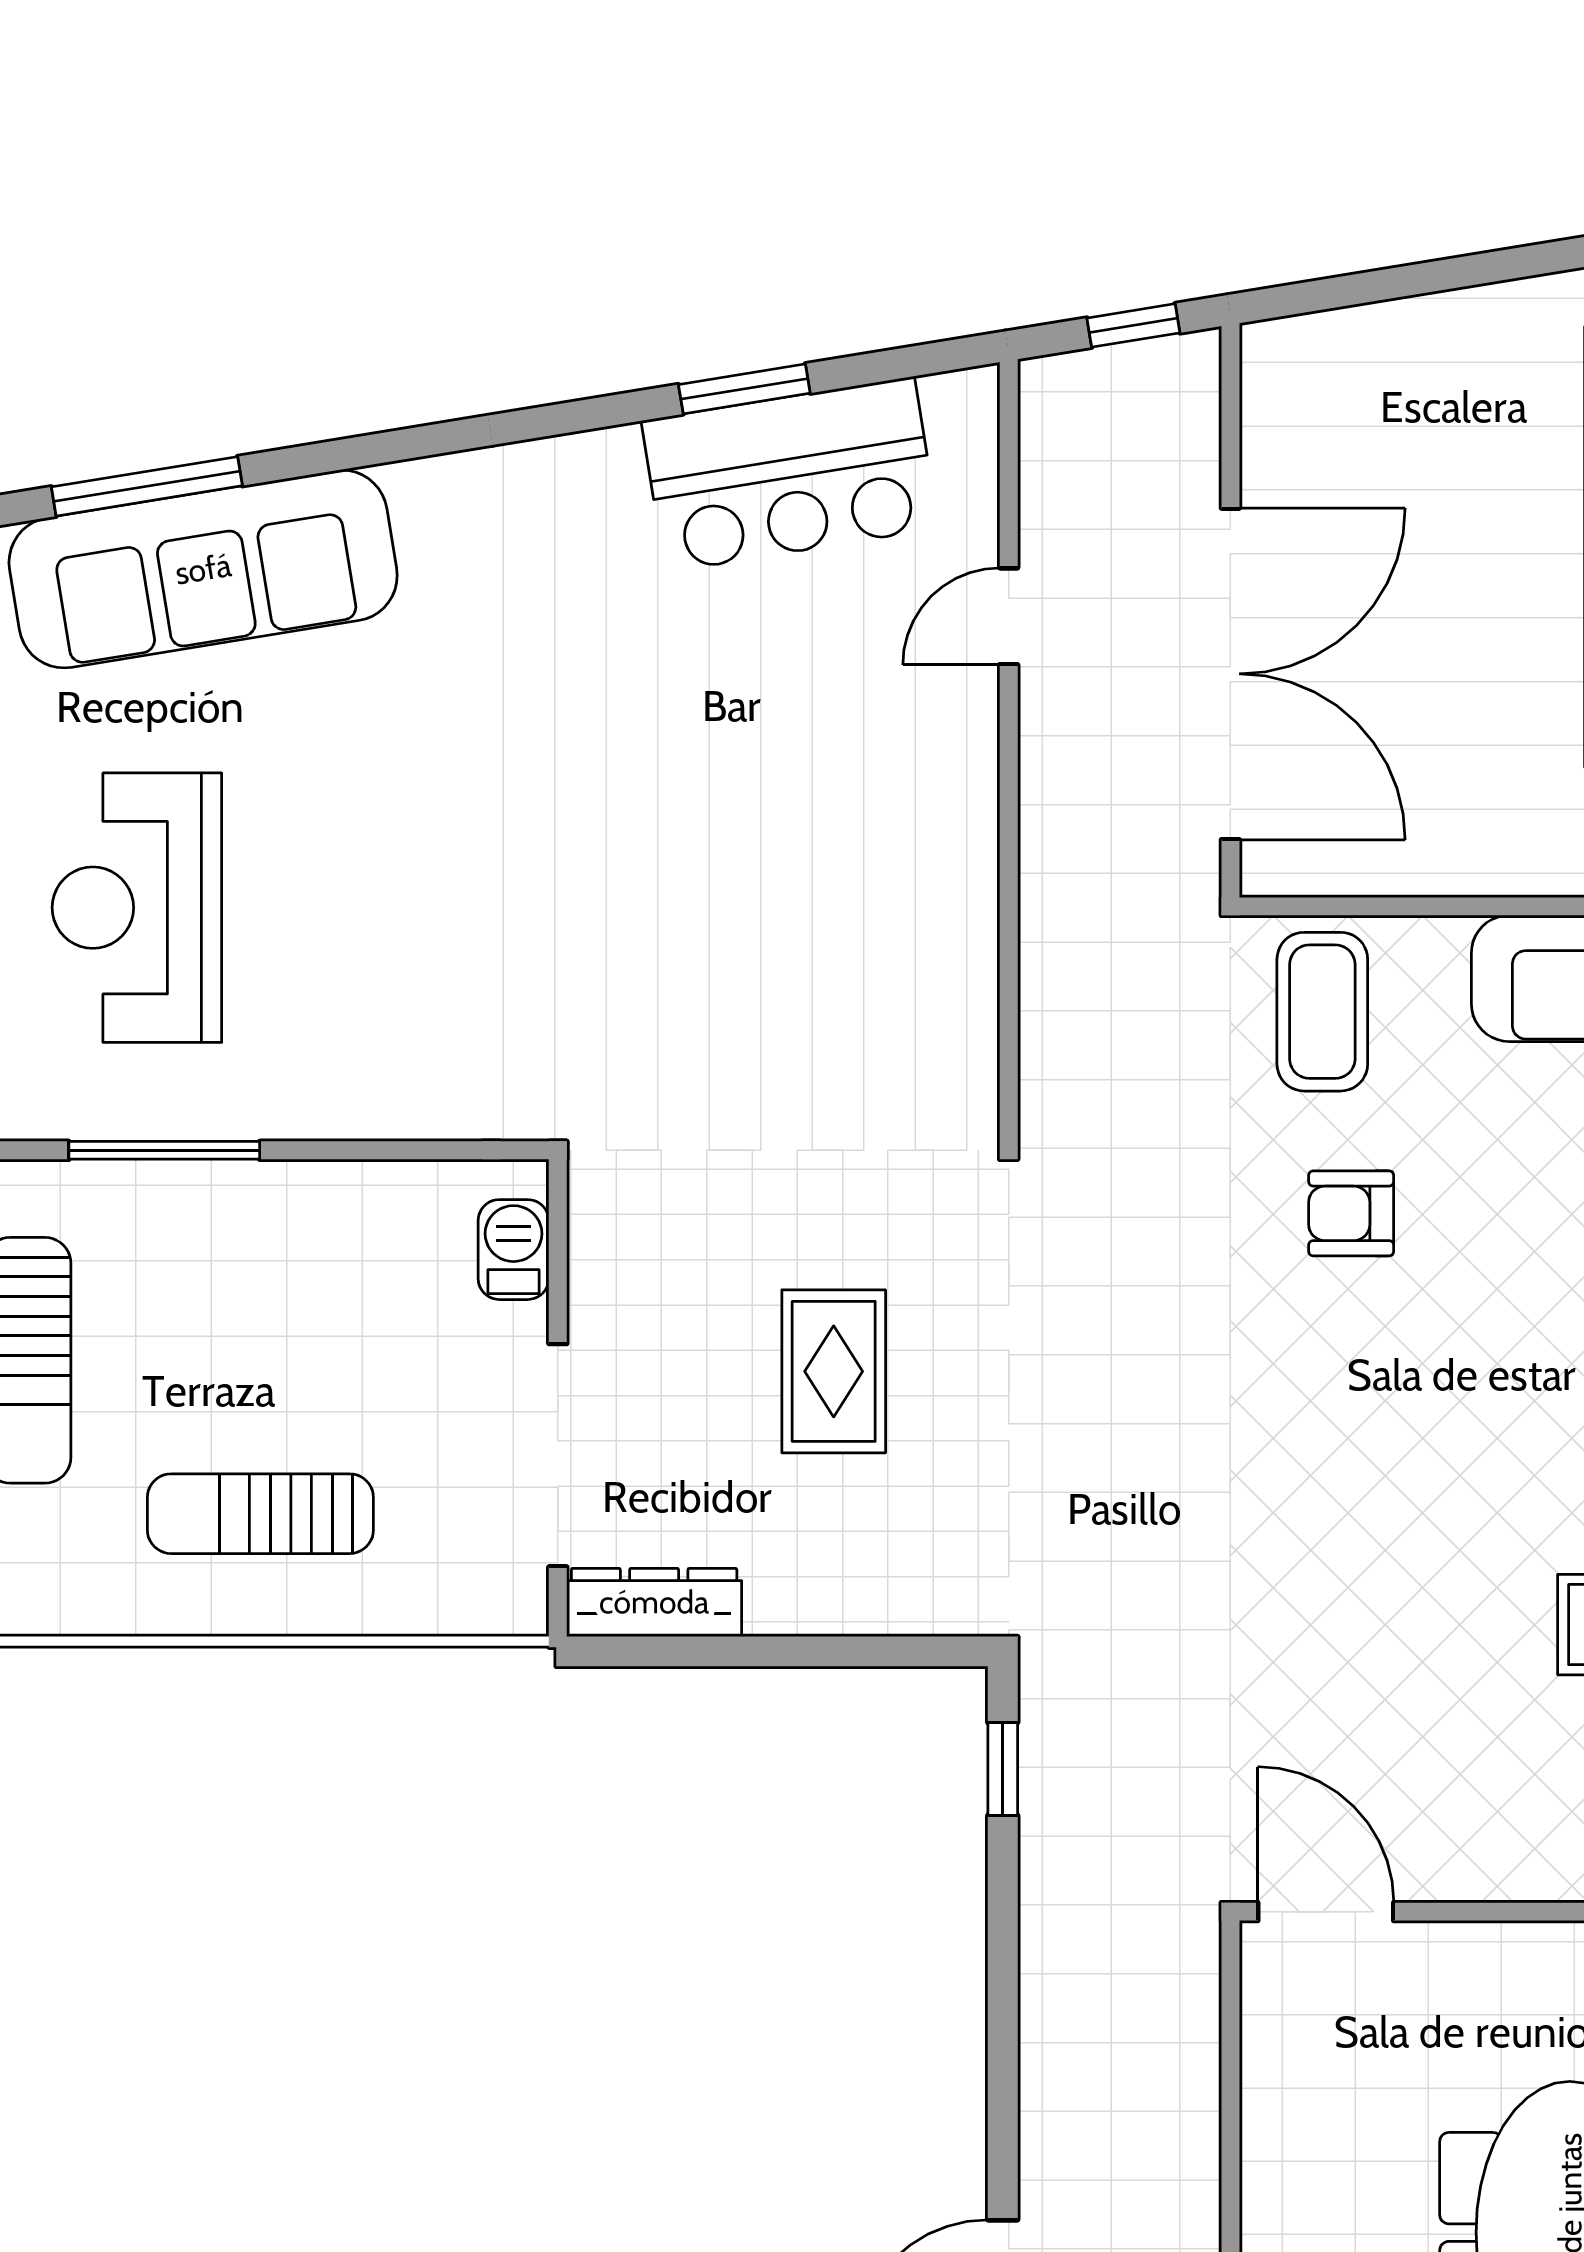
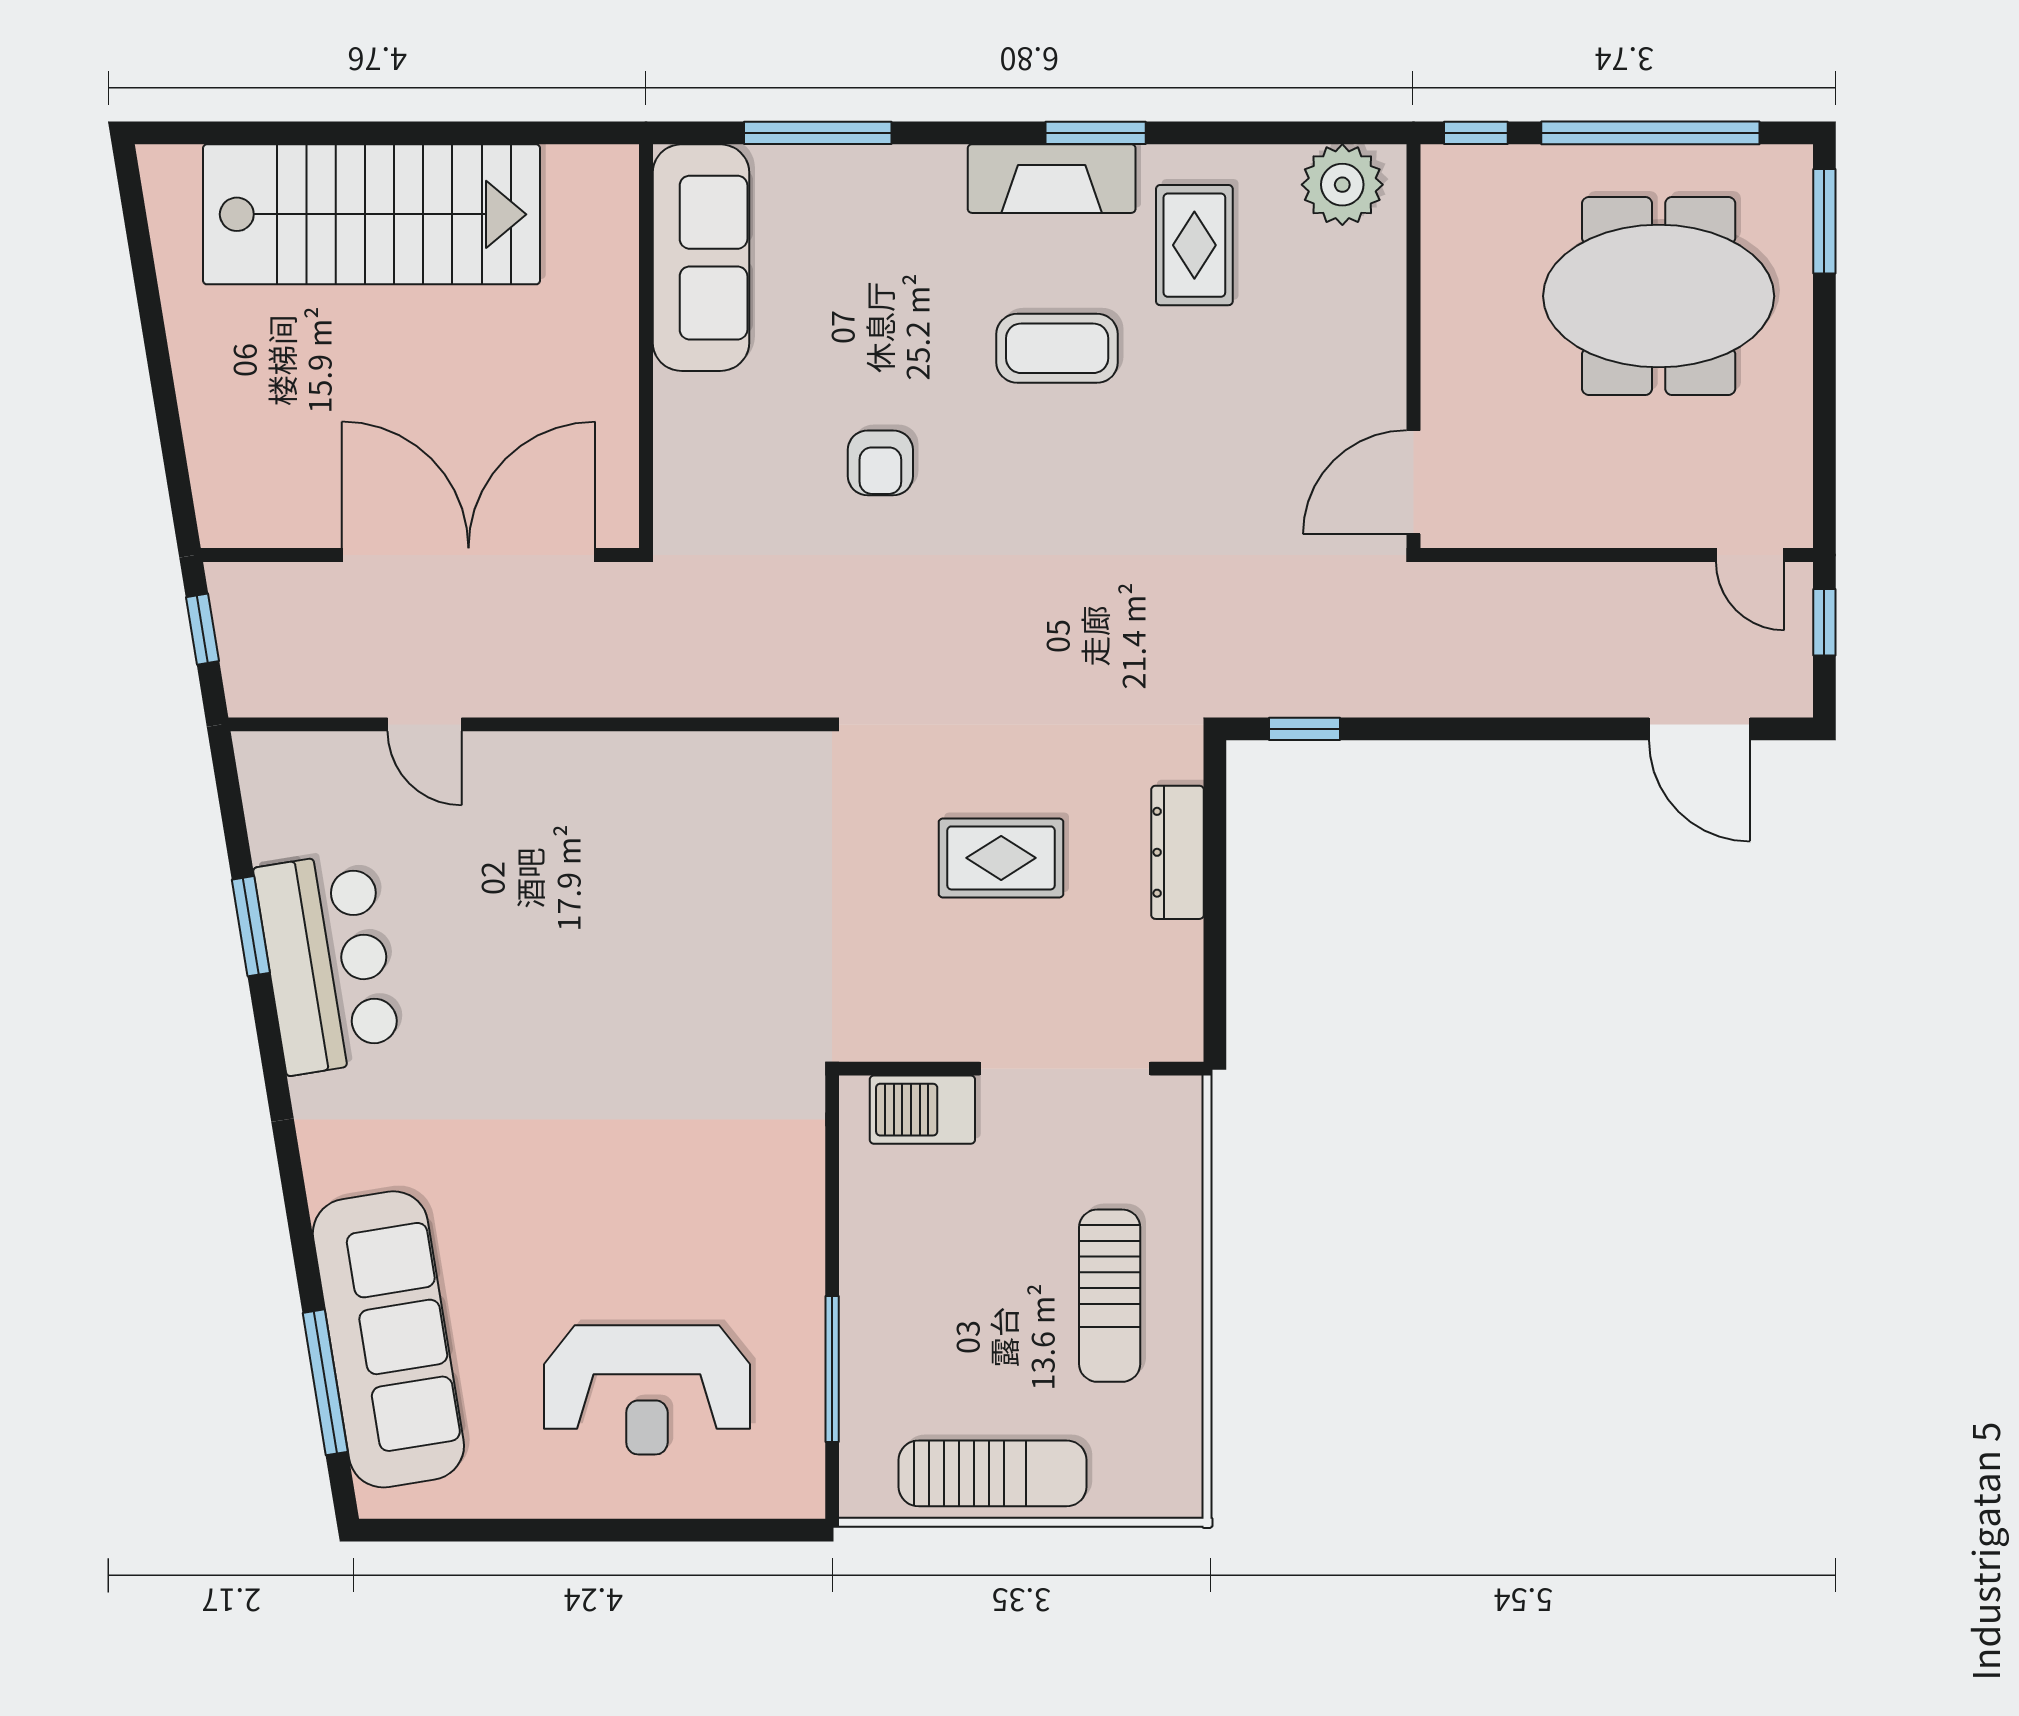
bar counter: (790, 474) -> (328, 963), moved
coffee table: (1322, 1012) -> (1057, 348), moved
barbecue: (513, 1250) -> (922, 1110), width x1.38, depth x1.27
dresser: (654, 1602) -> (1177, 852), moved

